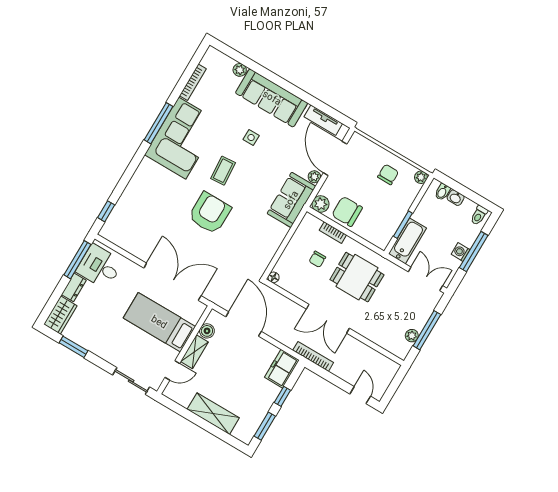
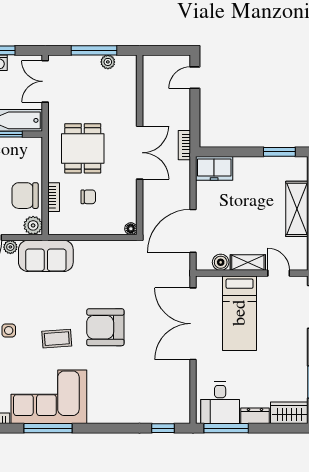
chair: (347, 211) -> (25, 196), turned 90
bookcase: (313, 356) -> (184, 145), width x0.64
window: (282, 396) -> (241, 152), removed

